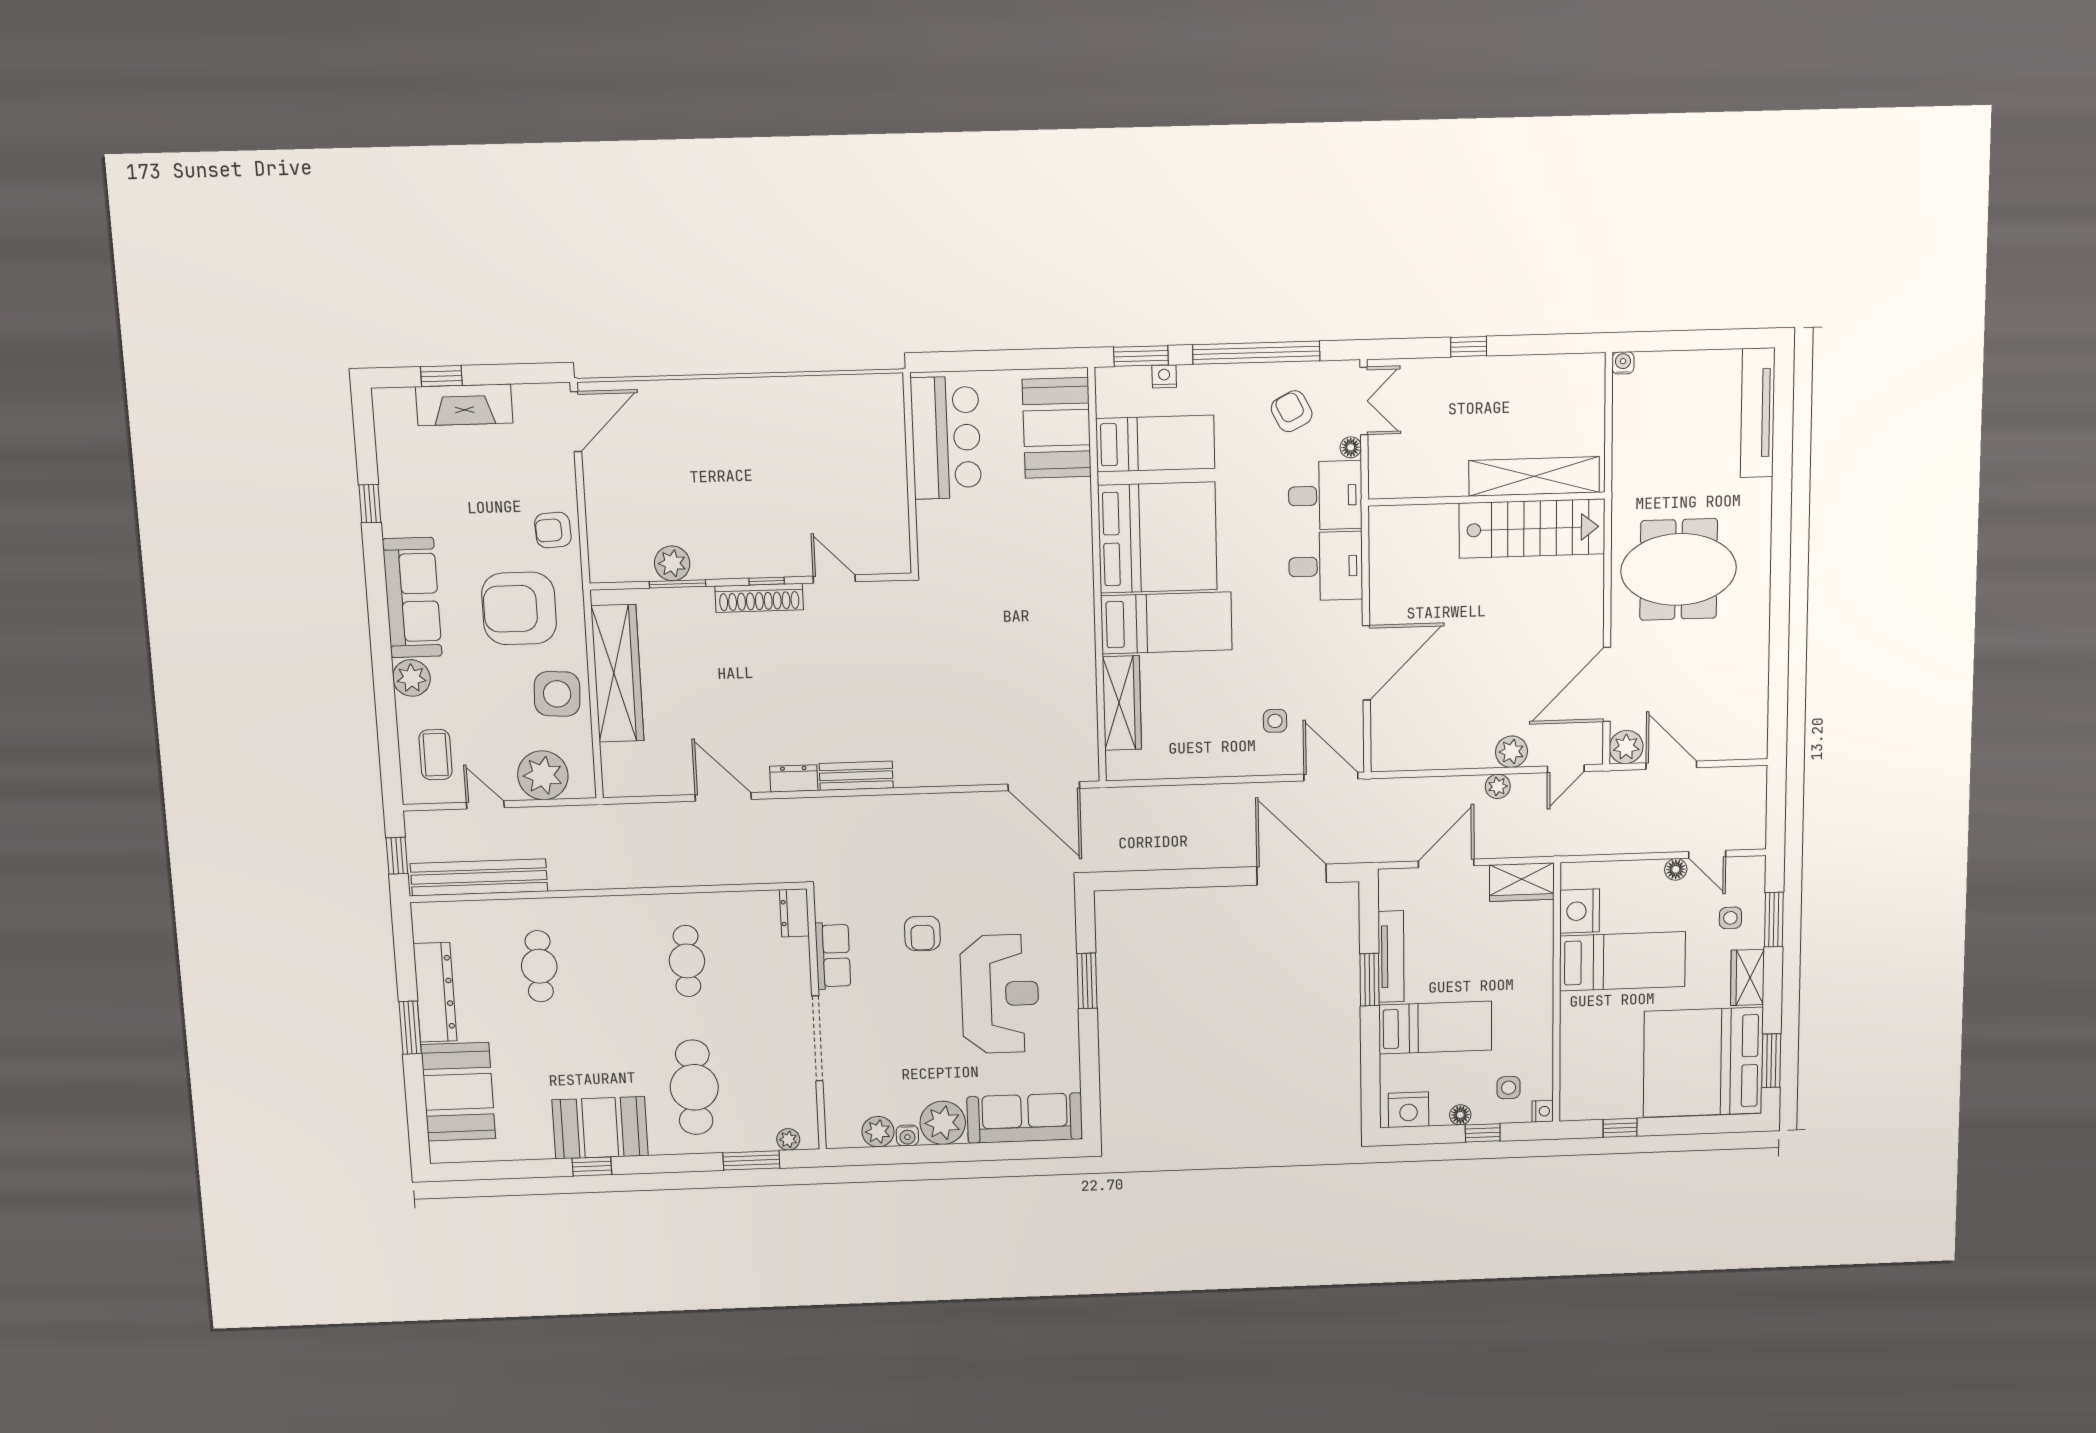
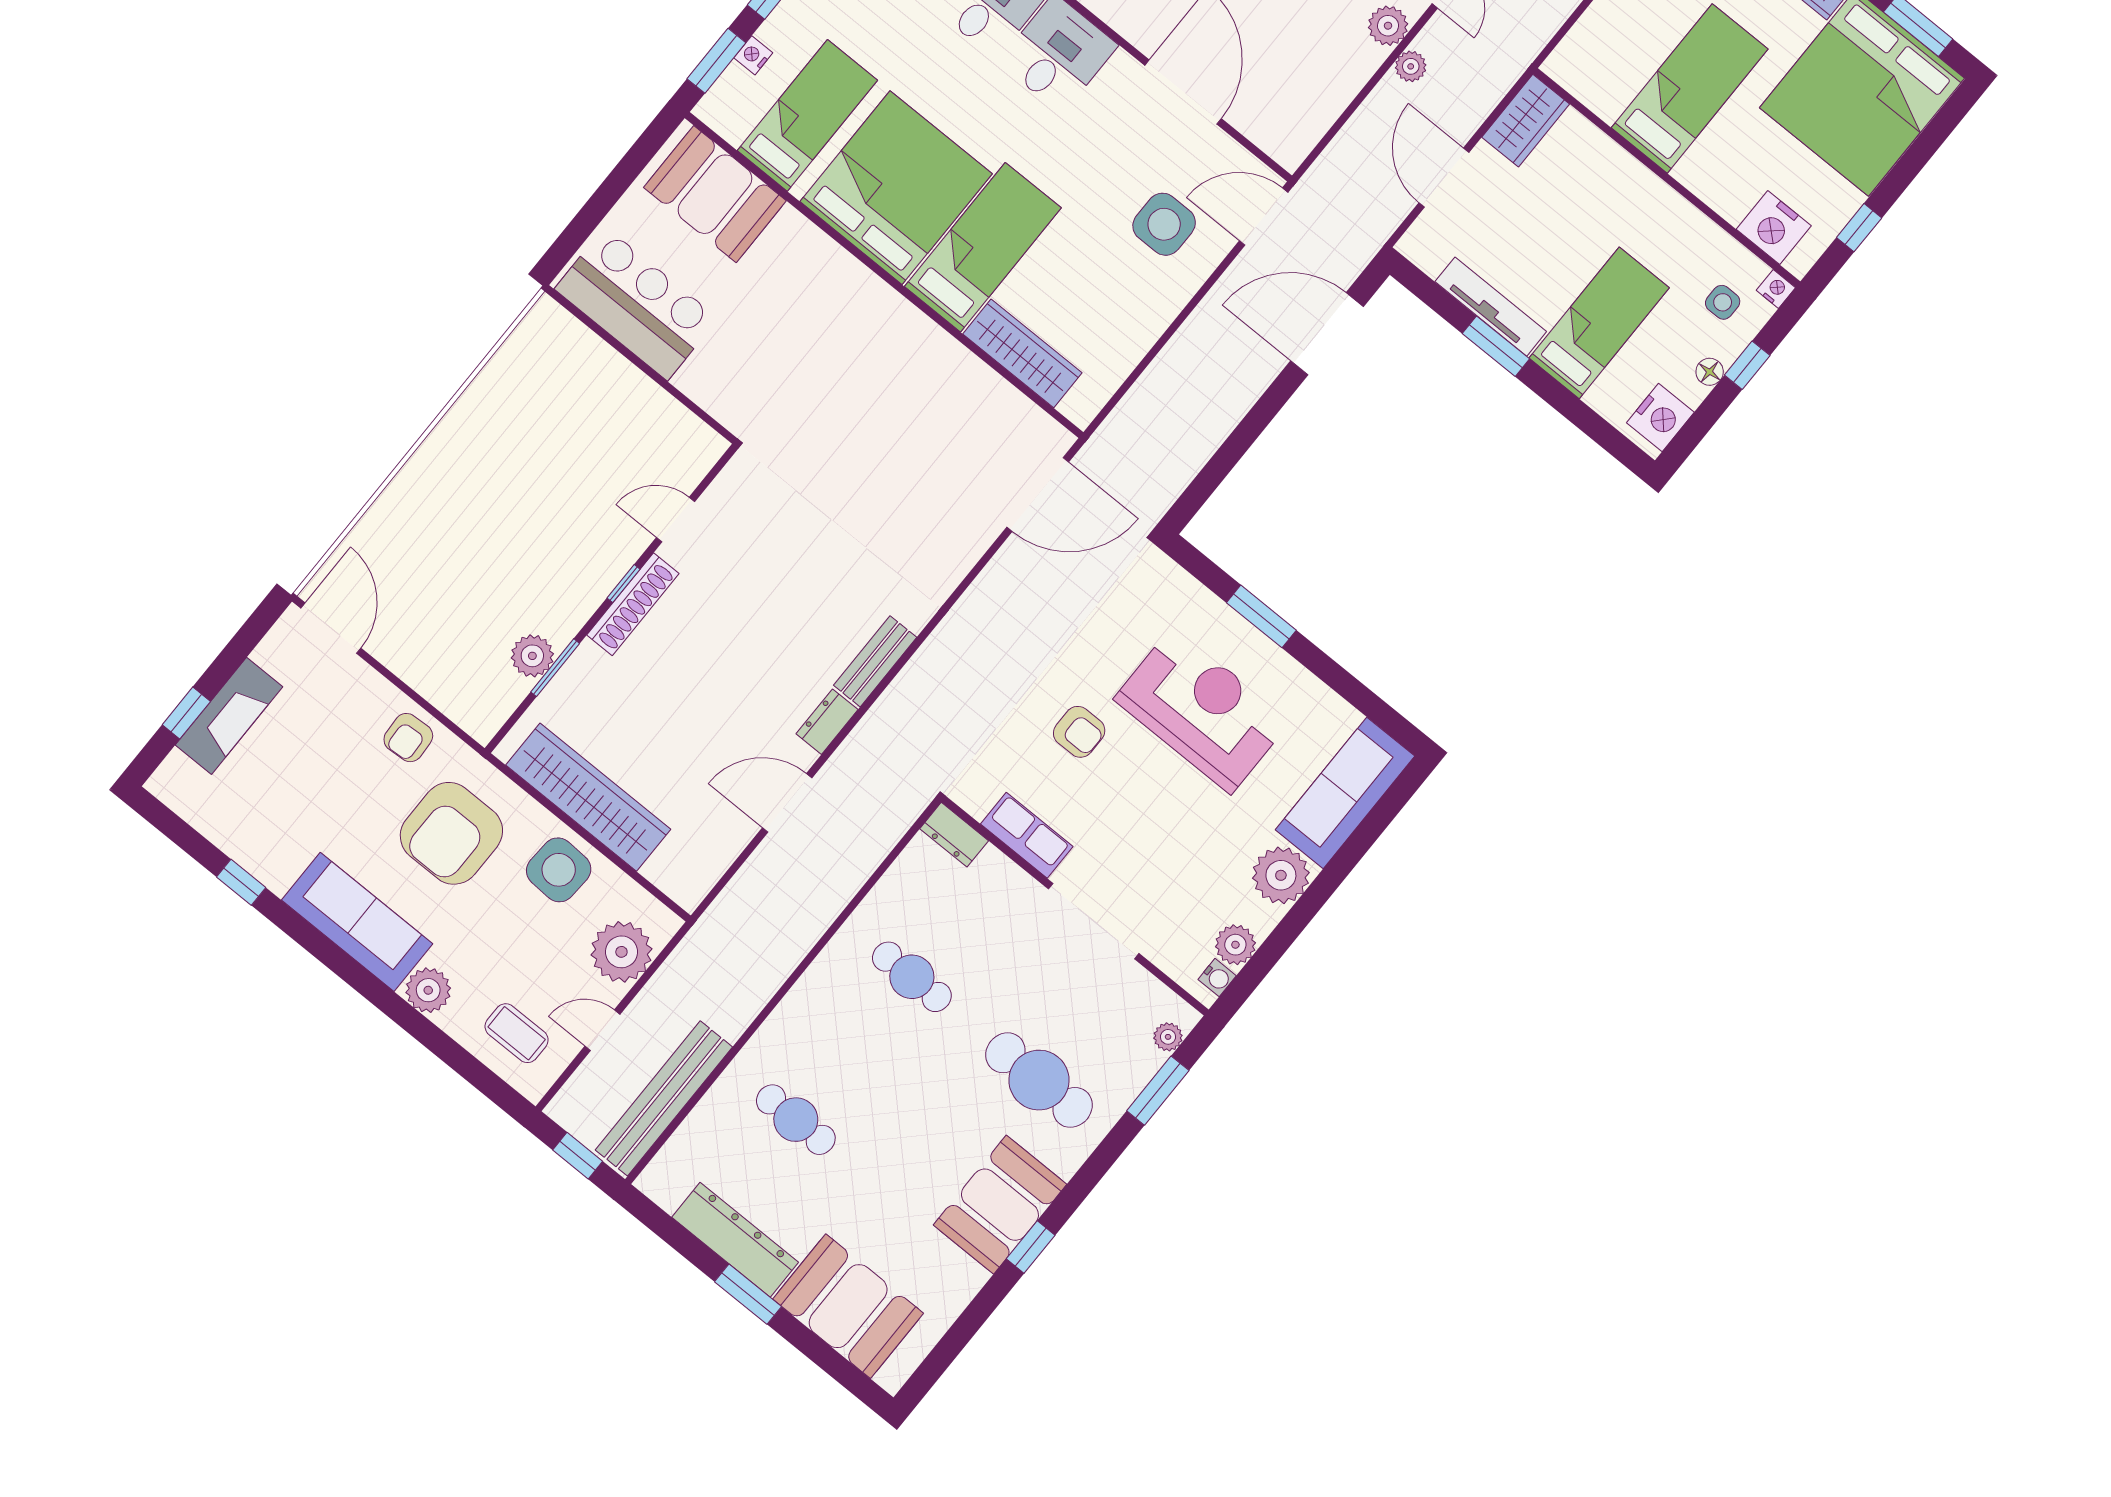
side table: (1275, 721) -> (1164, 224), width x1.87, depth x1.87
nightstand: (1580, 911) -> (1774, 228), moved
water cooler: (907, 1135) -> (1217, 978), moved

